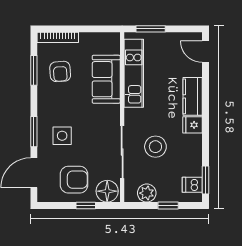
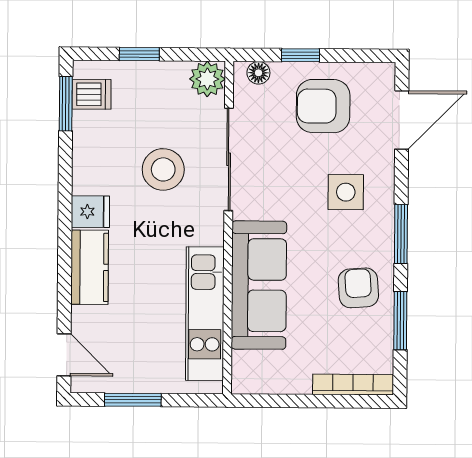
window: (151, 29) -> (133, 400), moved
armchair: (60, 71) -> (358, 288), moved
sofa: (106, 79) -> (259, 285), width x1.36
window: (34, 132) -> (401, 234), moved
floor lamp: (107, 191) -> (258, 73), width x0.53, depth x0.53
plant: (147, 193) -> (207, 79), moved

